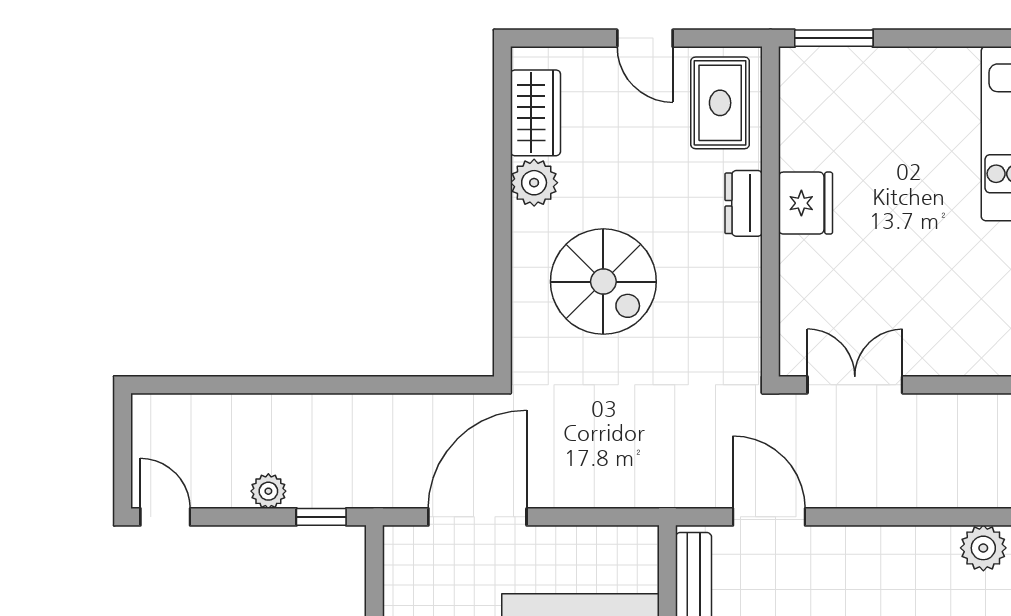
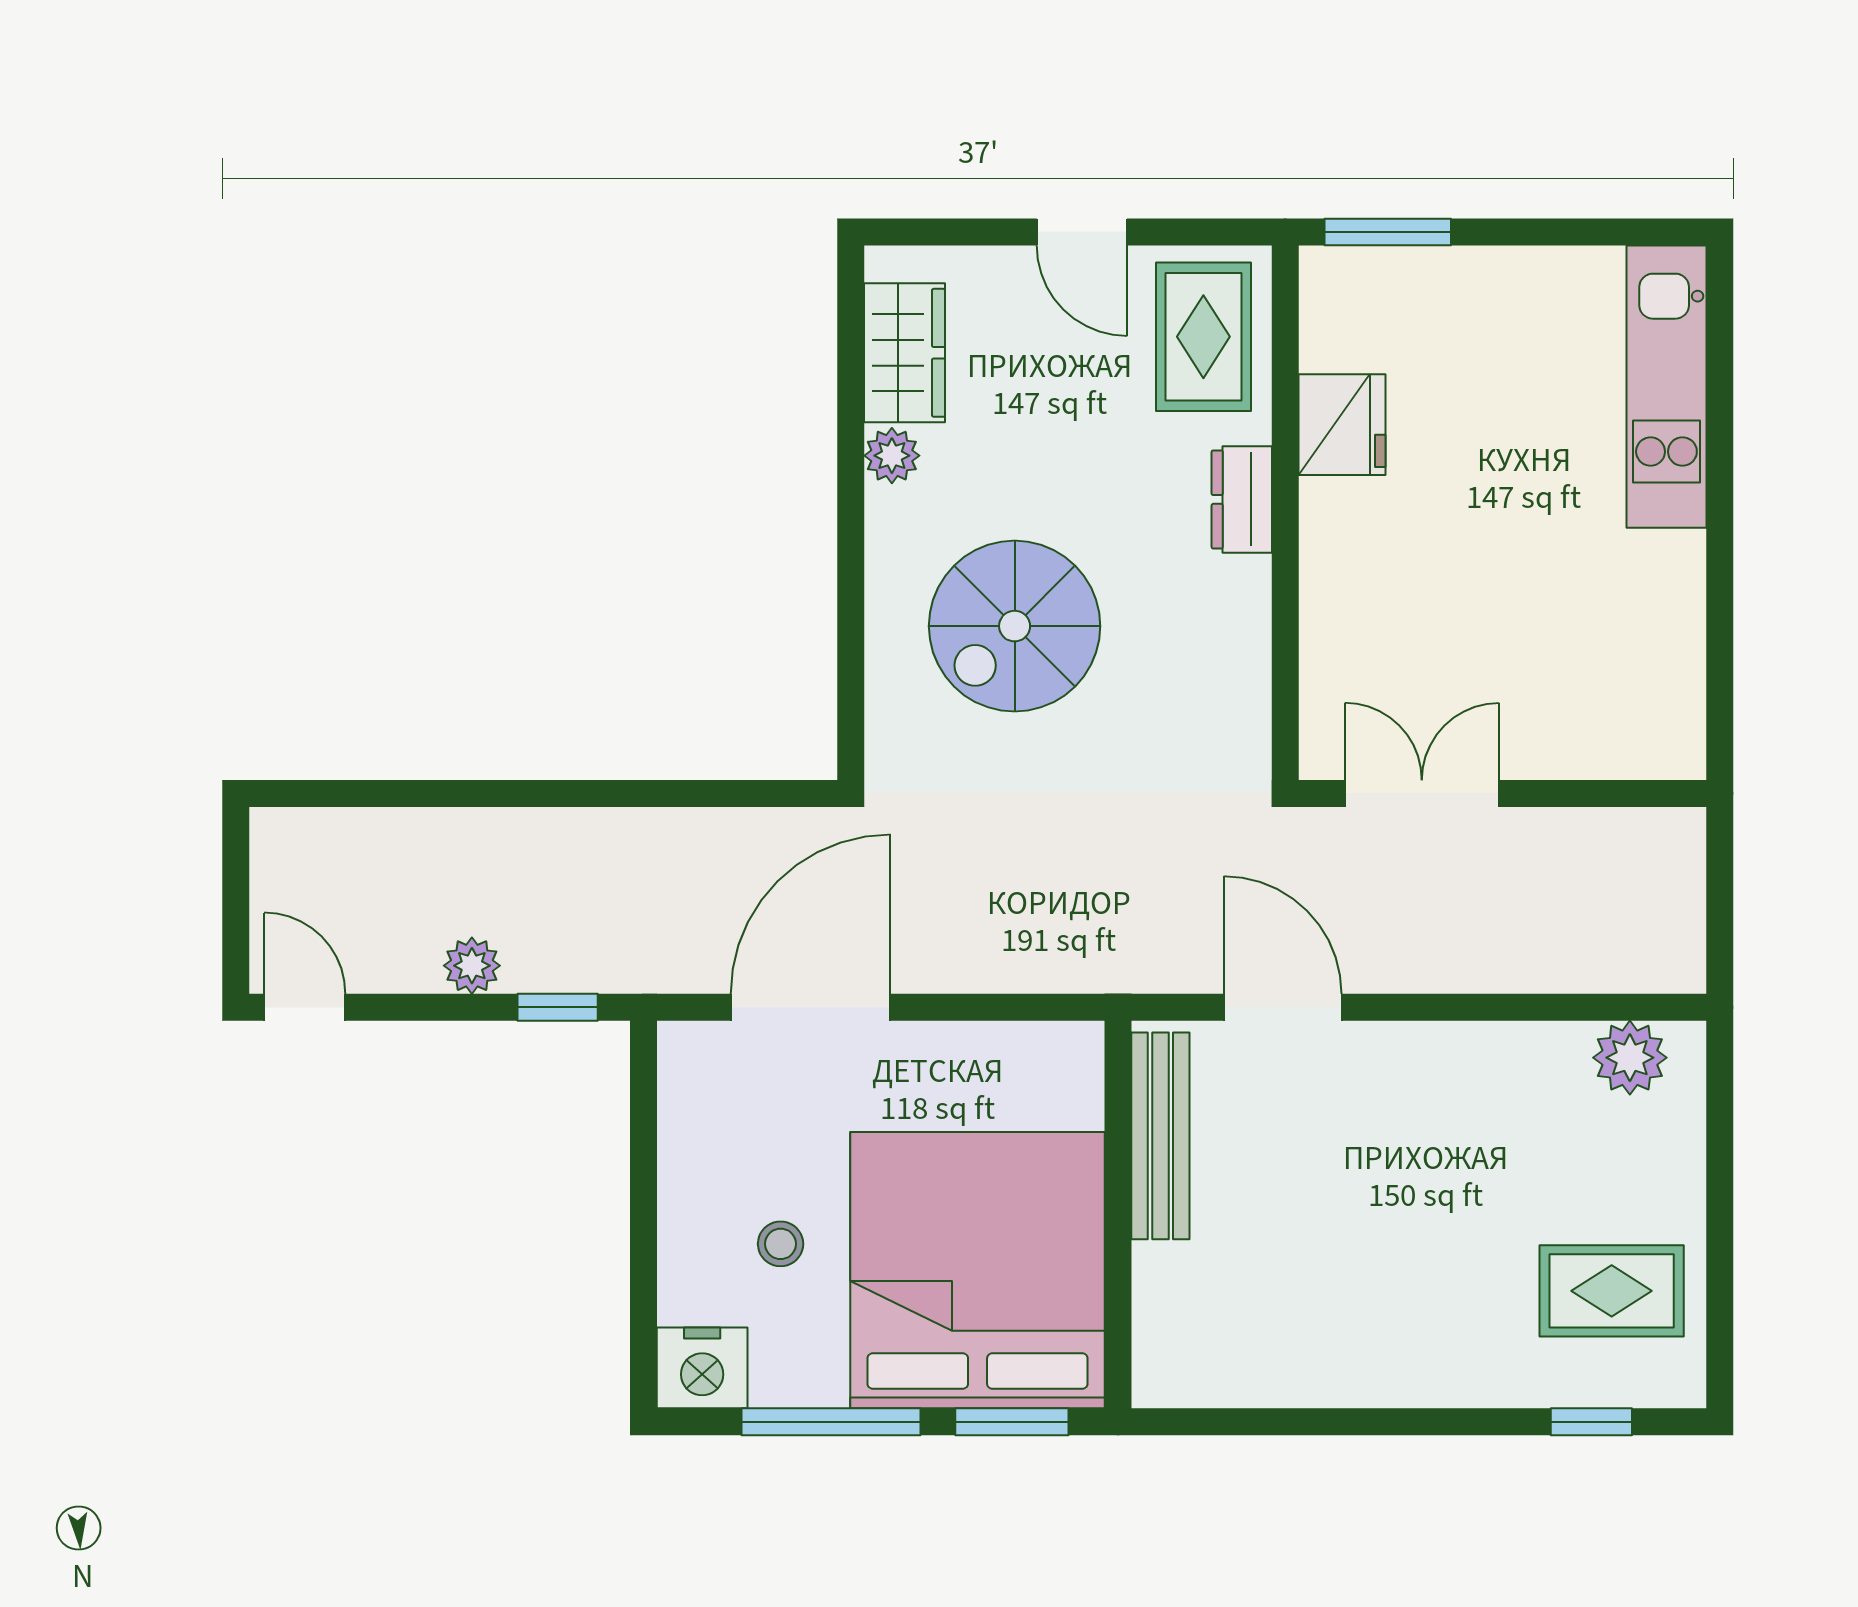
plant: (534, 183) -> (892, 456), width x0.73, depth x0.73
fridge: (806, 203) -> (1342, 425), moved
spiral stairs: (603, 282) -> (1015, 626), turned 90

